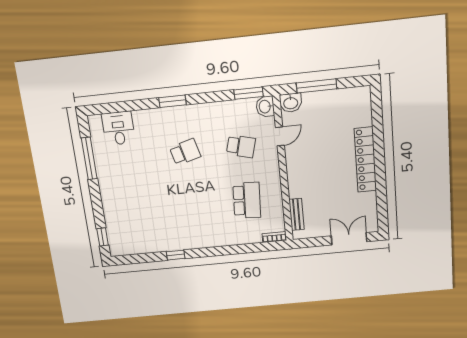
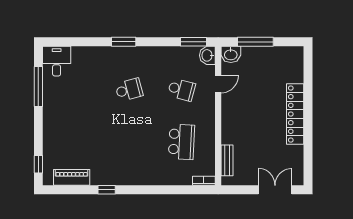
desk: (118, 128) -> (57, 61), moved
piano: (138, 246) -> (72, 177), added

